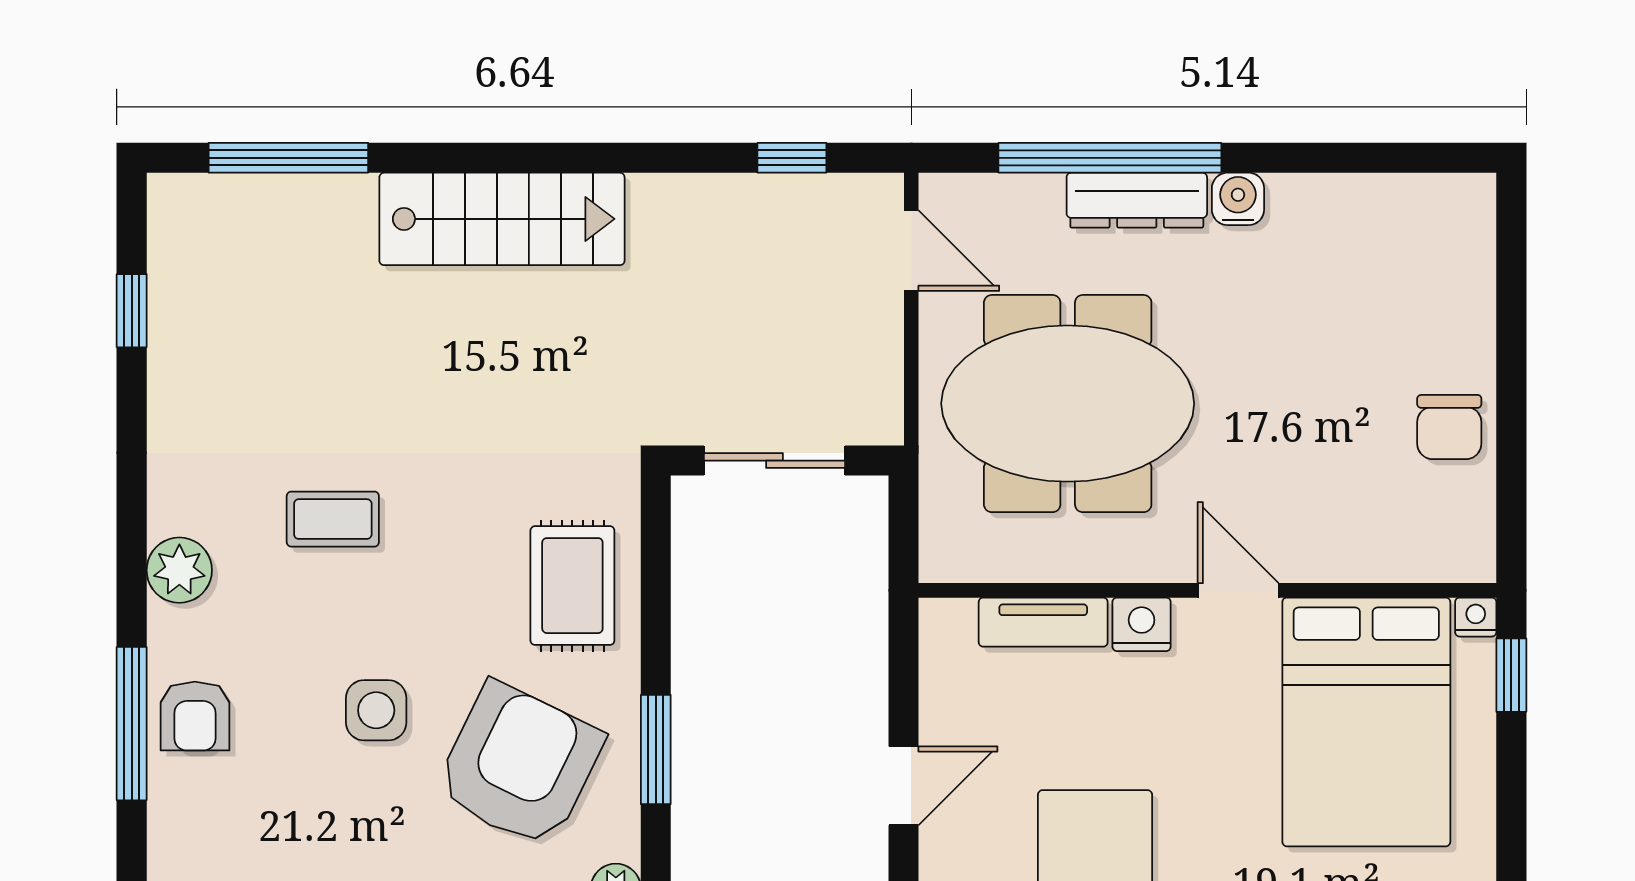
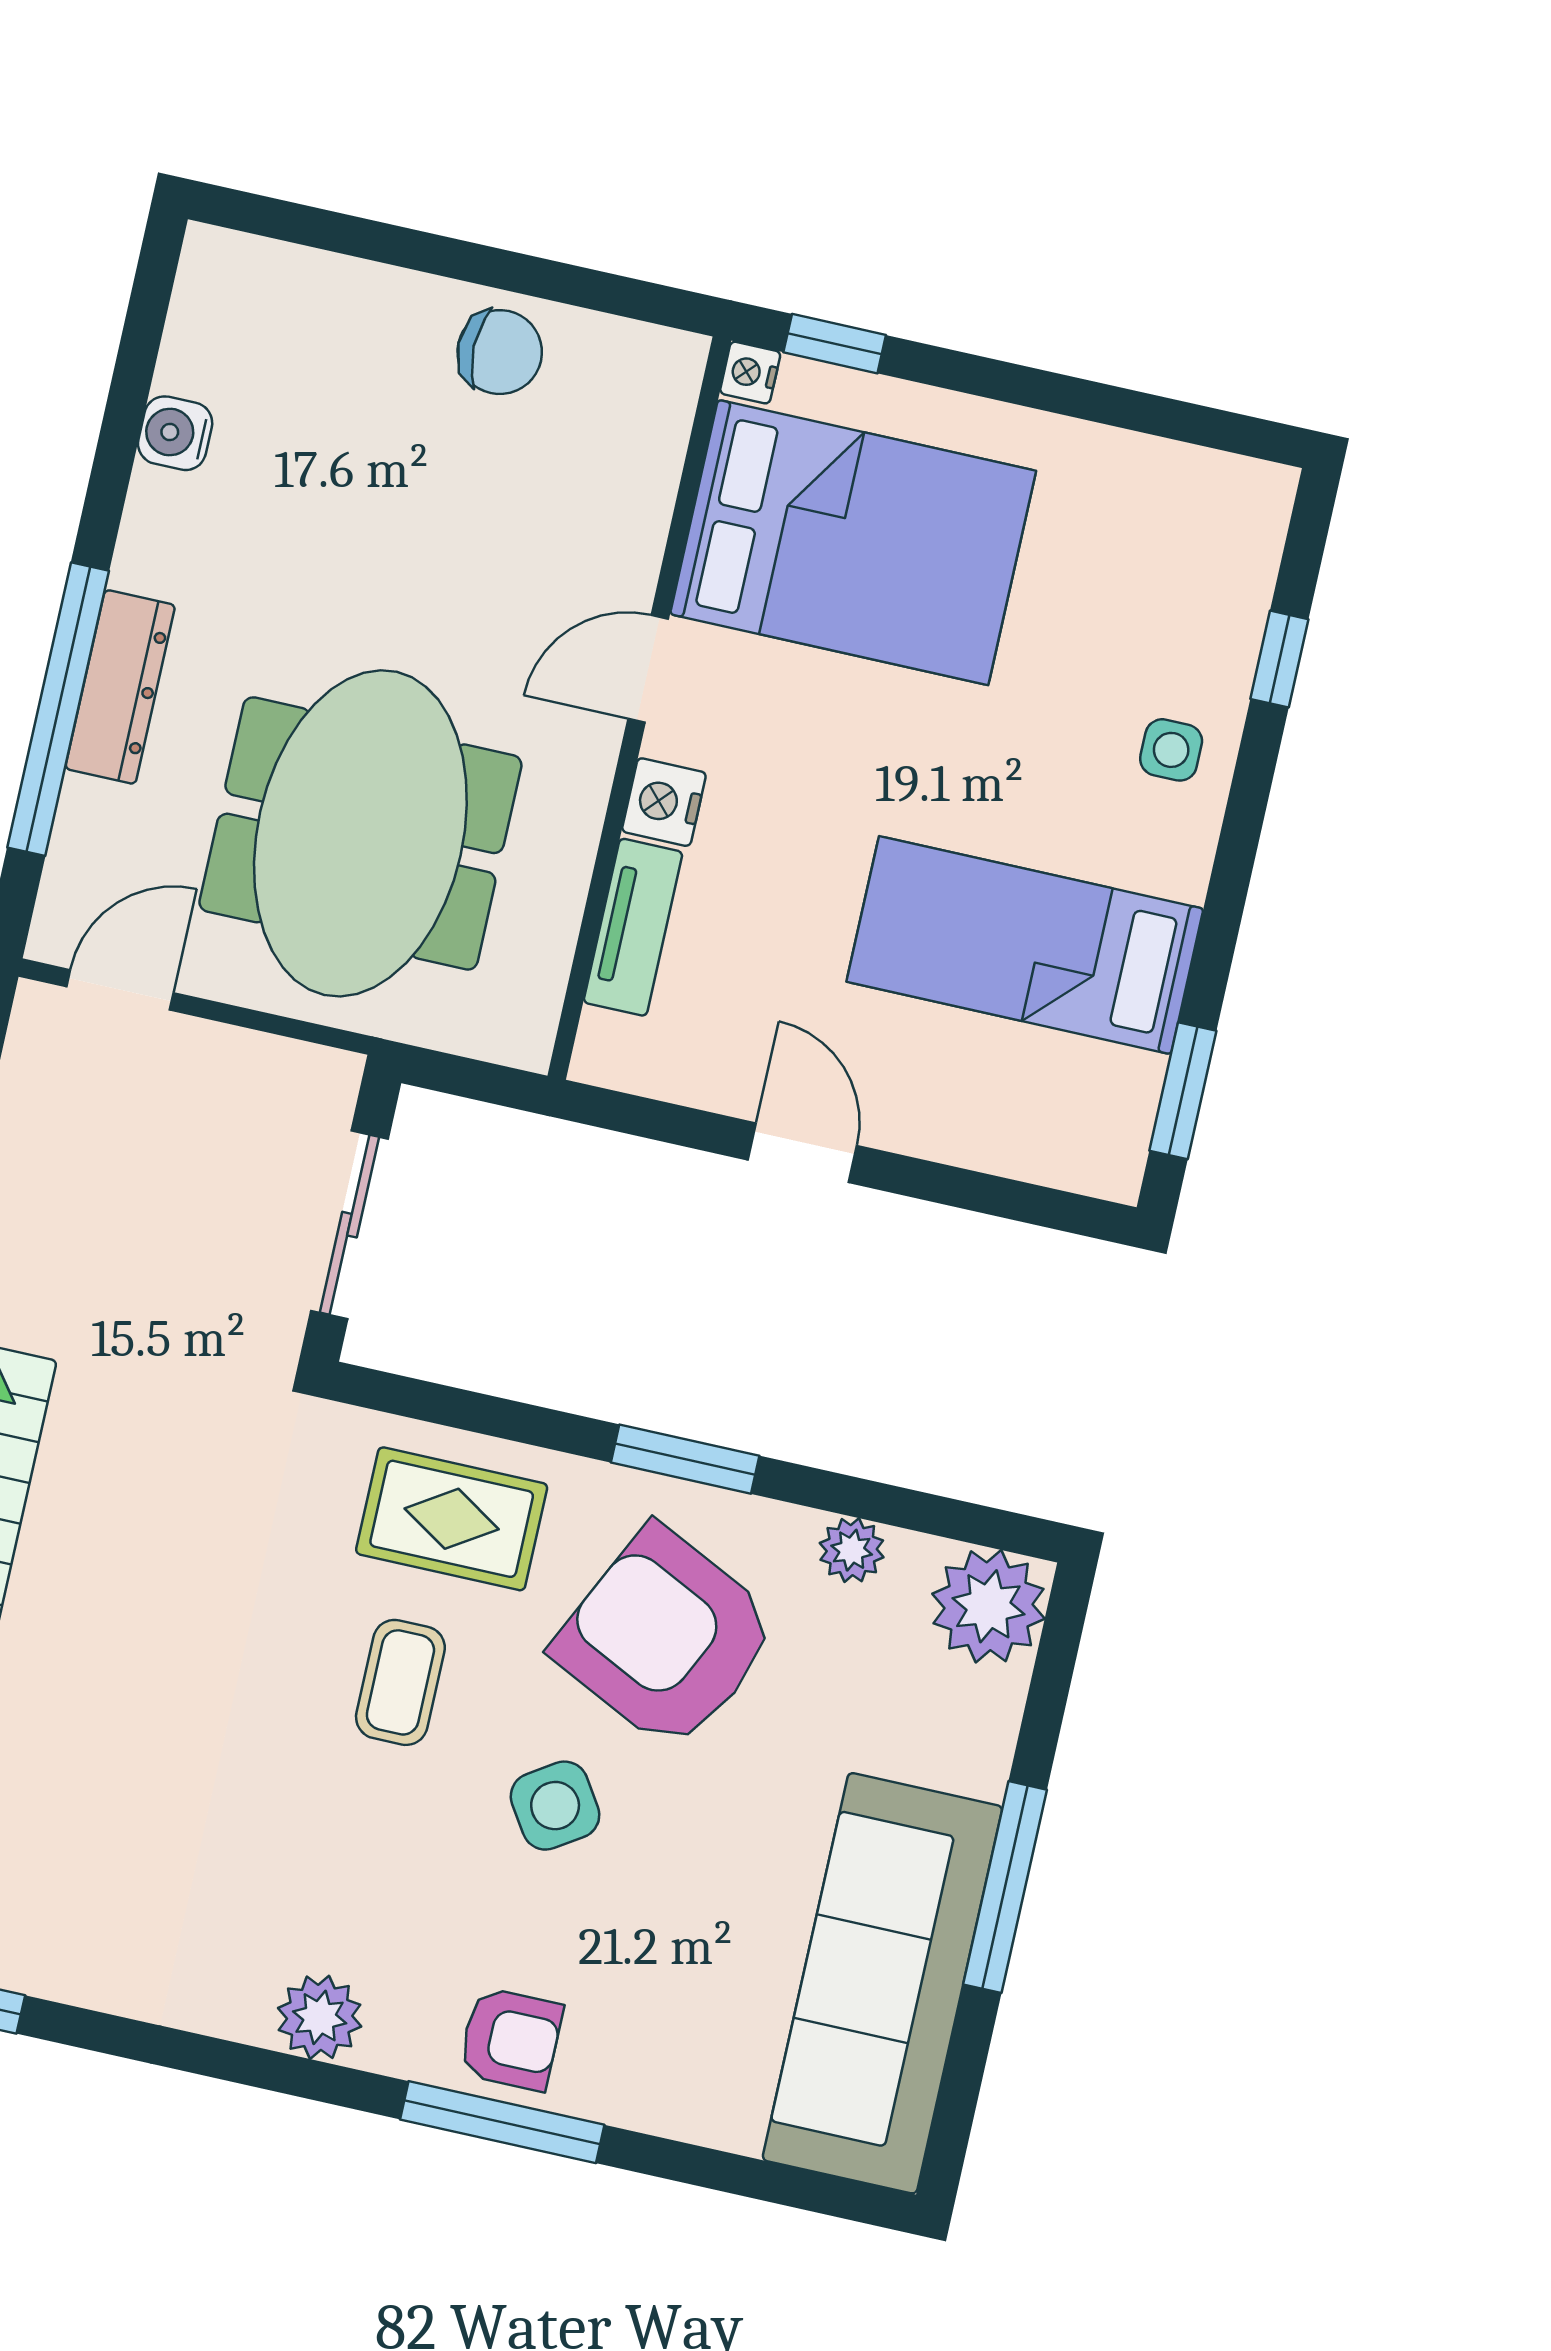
water cooler: (1238, 199) -> (175, 433), moved
coffee table: (333, 519) -> (400, 1682), moved
side table: (376, 710) -> (555, 1806), turned -33

